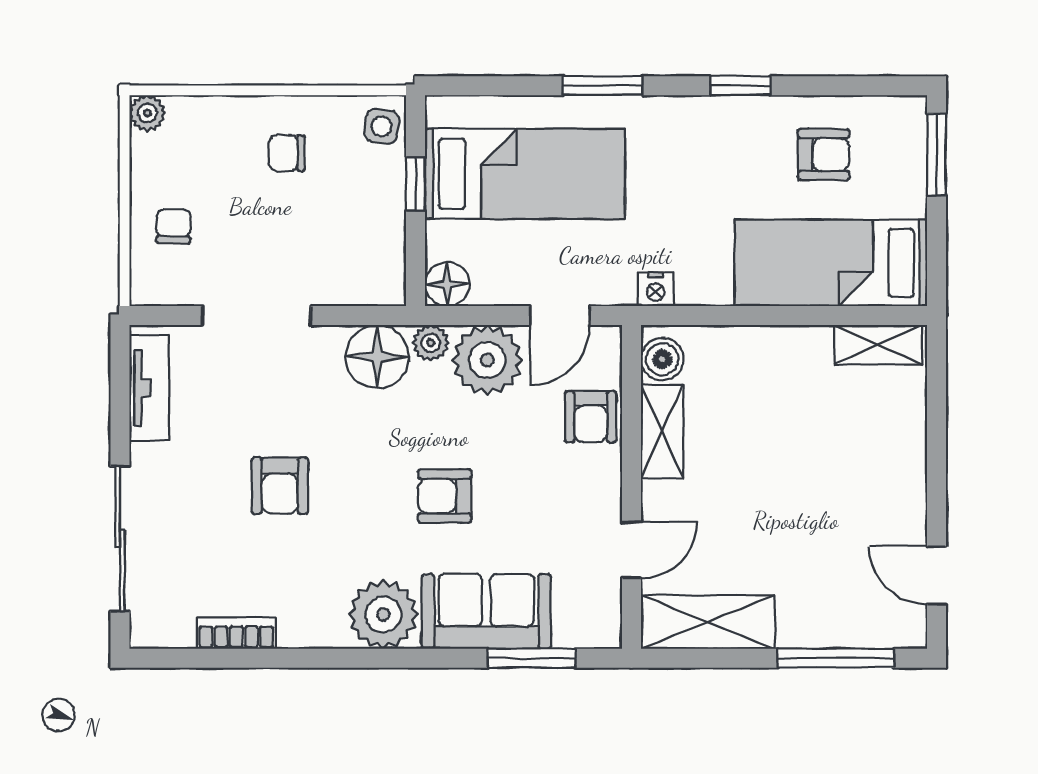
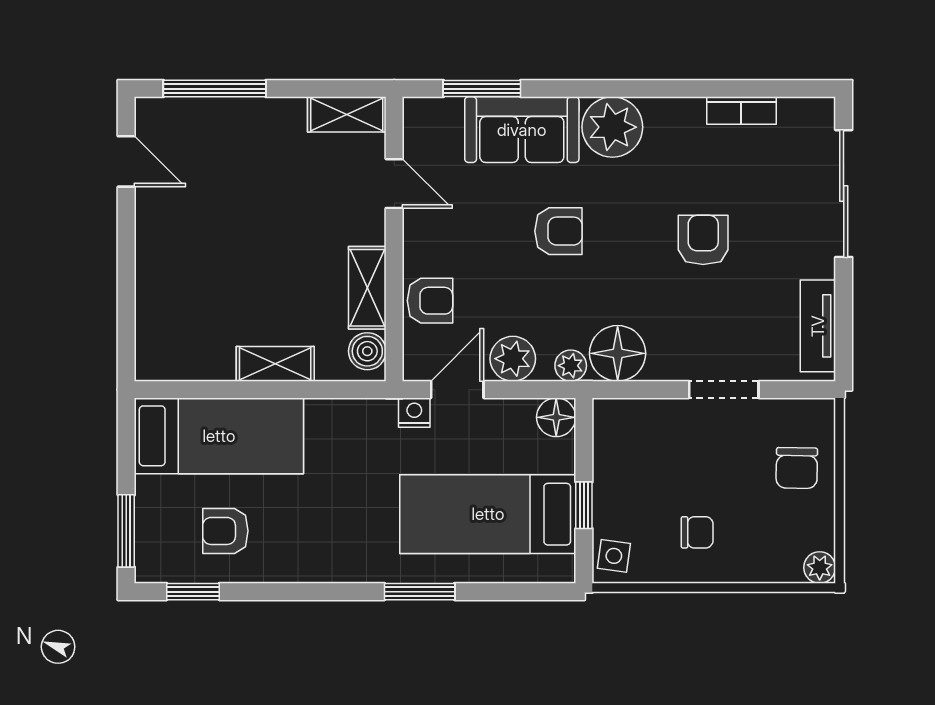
window: (740, 86) -> (193, 592), moved
chair: (173, 226) -> (797, 468), width x1.37, depth x1.37
nightstand: (656, 289) -> (414, 413), moved
doorway: (256, 316) -> (724, 390), width x0.73
shelving: (878, 345) -> (275, 364), moved
plant: (487, 360) -> (513, 359), width x0.73, depth x0.73
armchair: (591, 417) -> (430, 301), turned 90
door: (631, 550) -> (394, 184), swing flipped
shelving: (708, 622) -> (347, 114), width x0.67, depth x0.75

